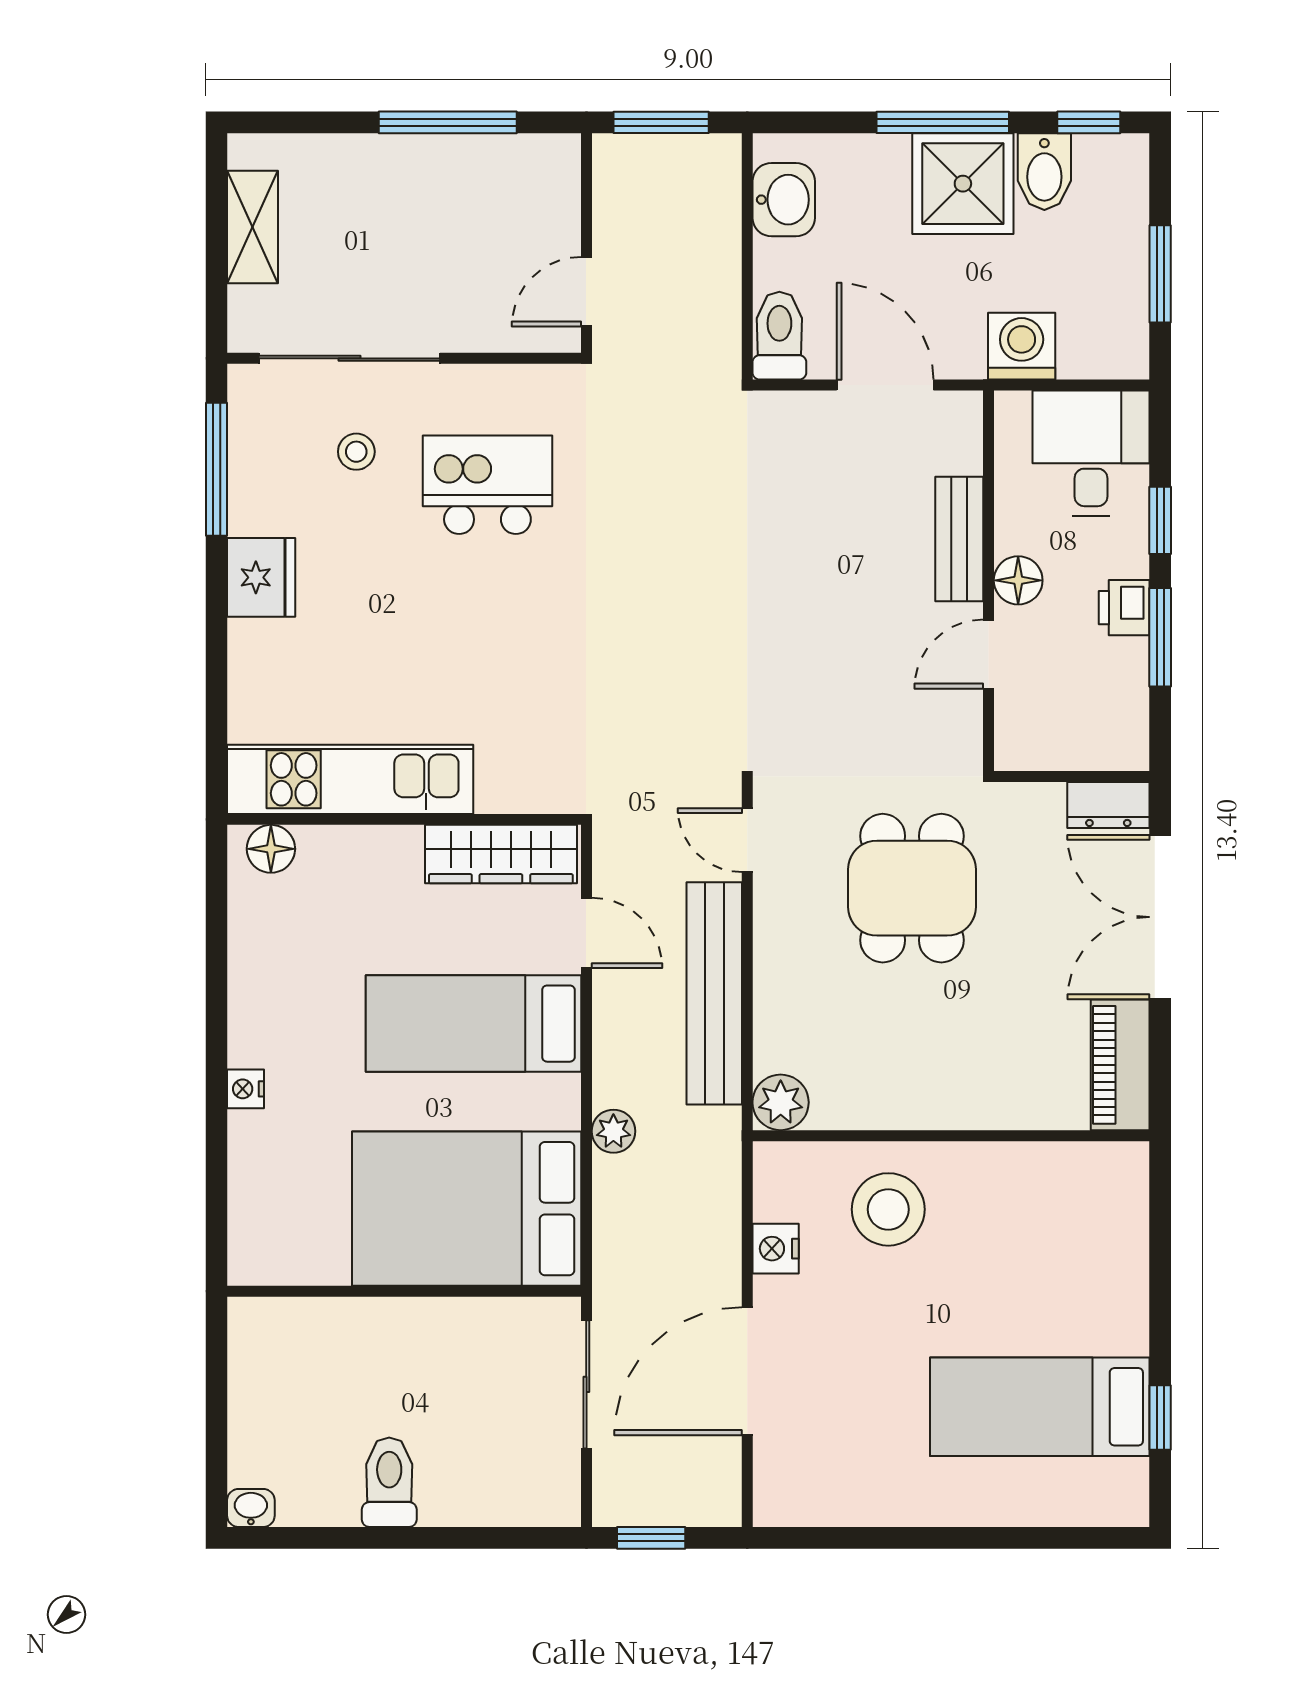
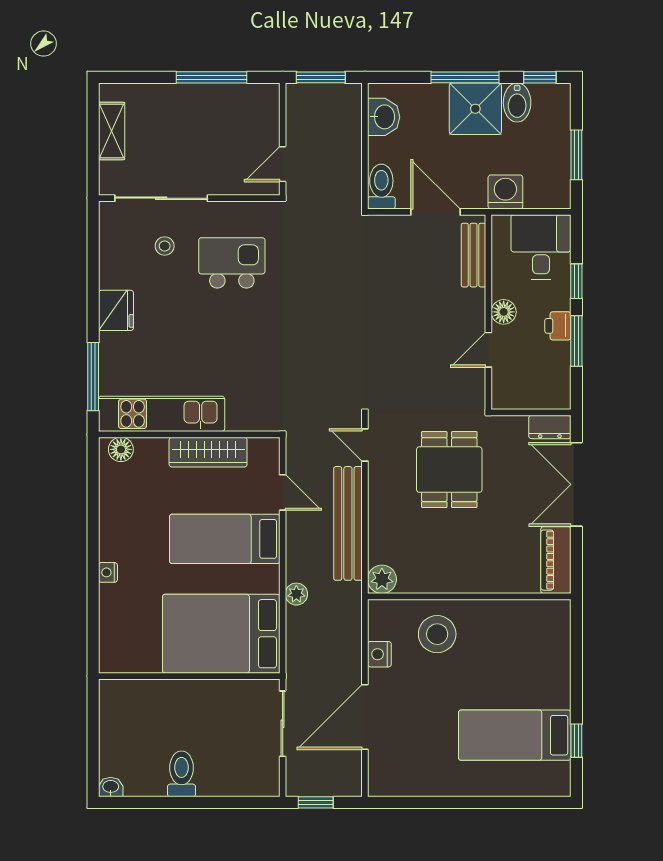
window: (216, 469) -> (93, 377), moved
bench: (959, 539) -> (474, 255), moved
wardrobe: (501, 854) -> (208, 452), moved

